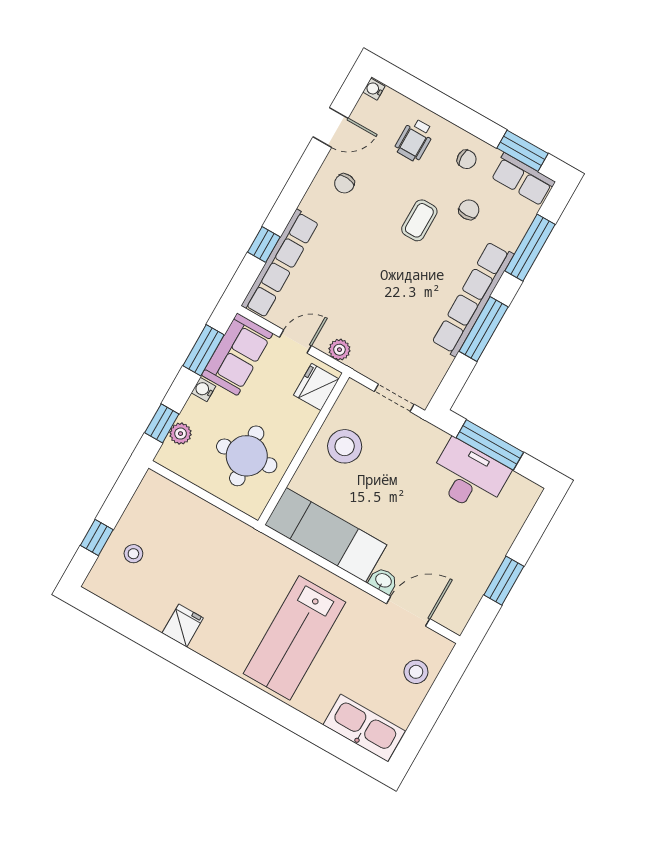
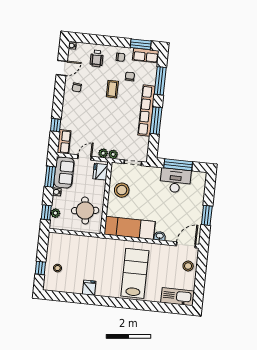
row of seats: (280, 264) -> (64, 142), width x0.50
plant: (360, 361) -> (113, 154), added
door: (408, 611) -> (186, 245), moved
lab bench: (295, 638) -> (135, 273), turned 180

